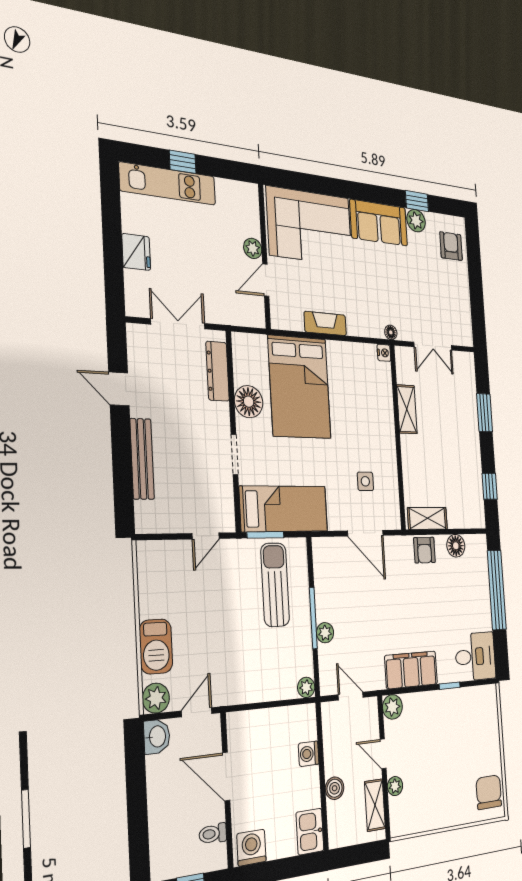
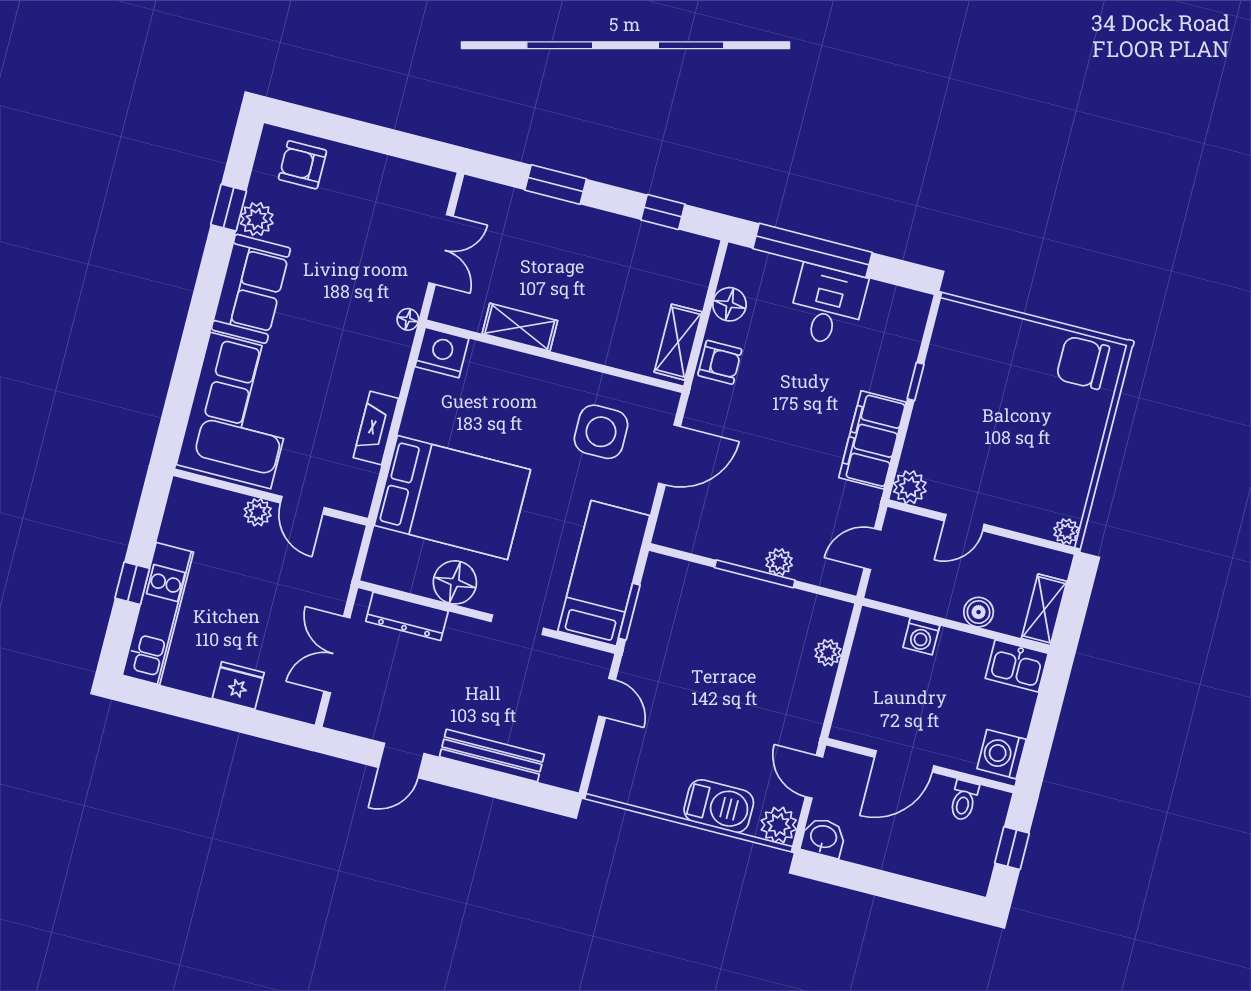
nightstand: (384, 353) -> (442, 353), width x1.89, depth x1.79
side table: (365, 481) -> (601, 432), width x1.87, depth x1.87
sun lounger: (275, 585) -> (696, 618), removed
desk: (475, 656) -> (827, 306), moved
plant: (306, 687) -> (828, 653), moved
plant: (395, 786) -> (1066, 531), moved
shelving: (375, 805) -> (1044, 610), moved, turned 90

